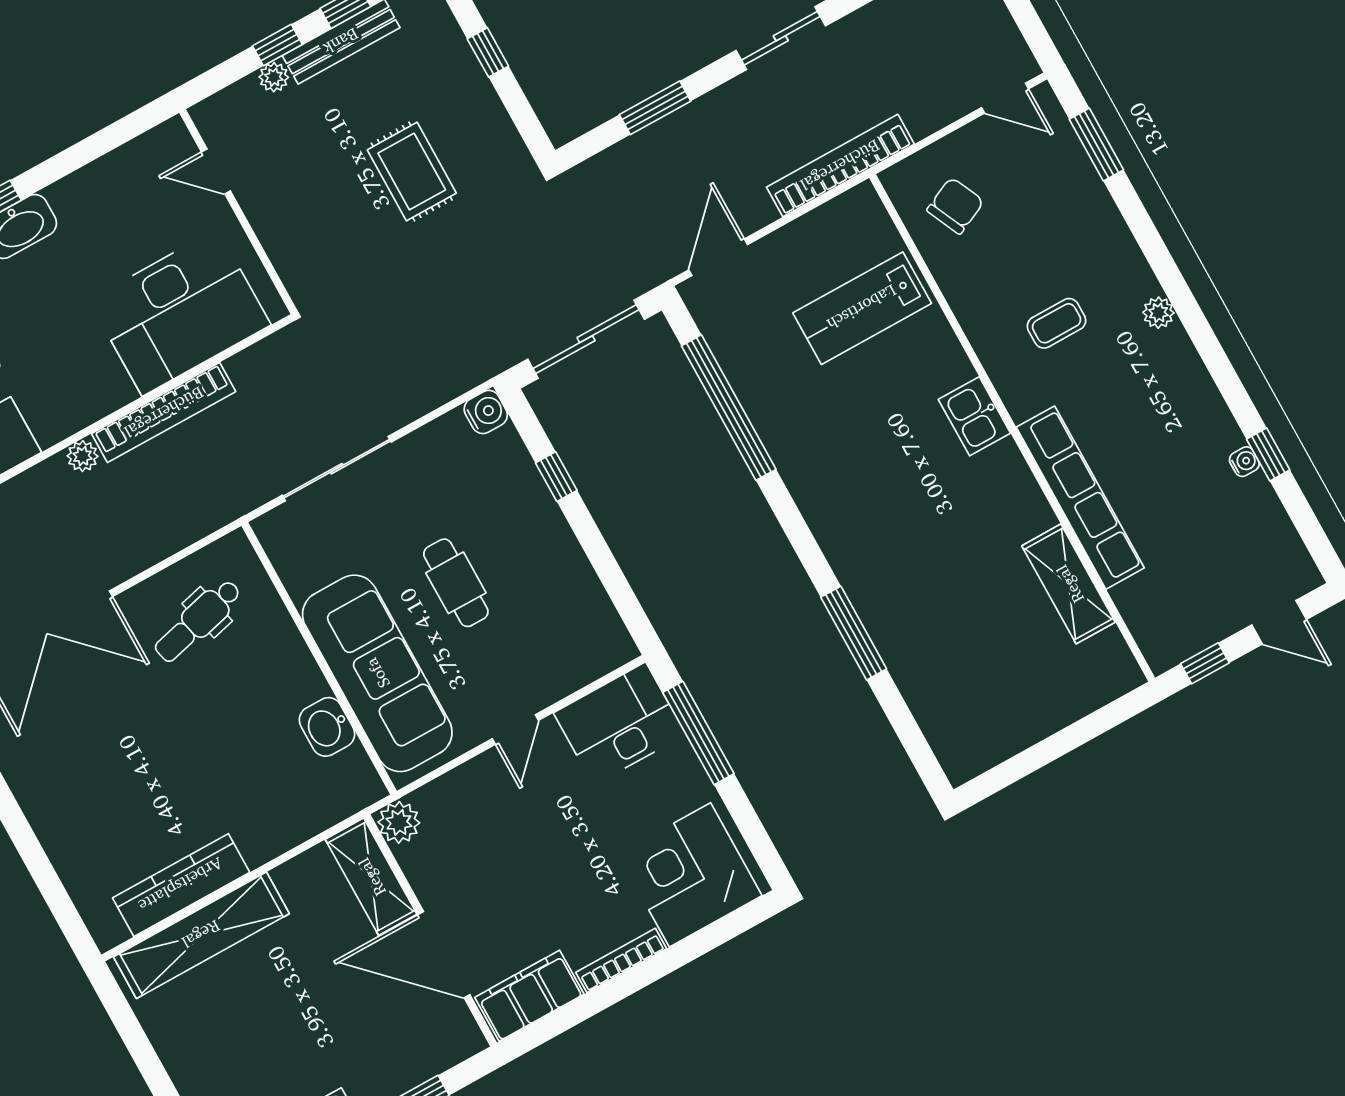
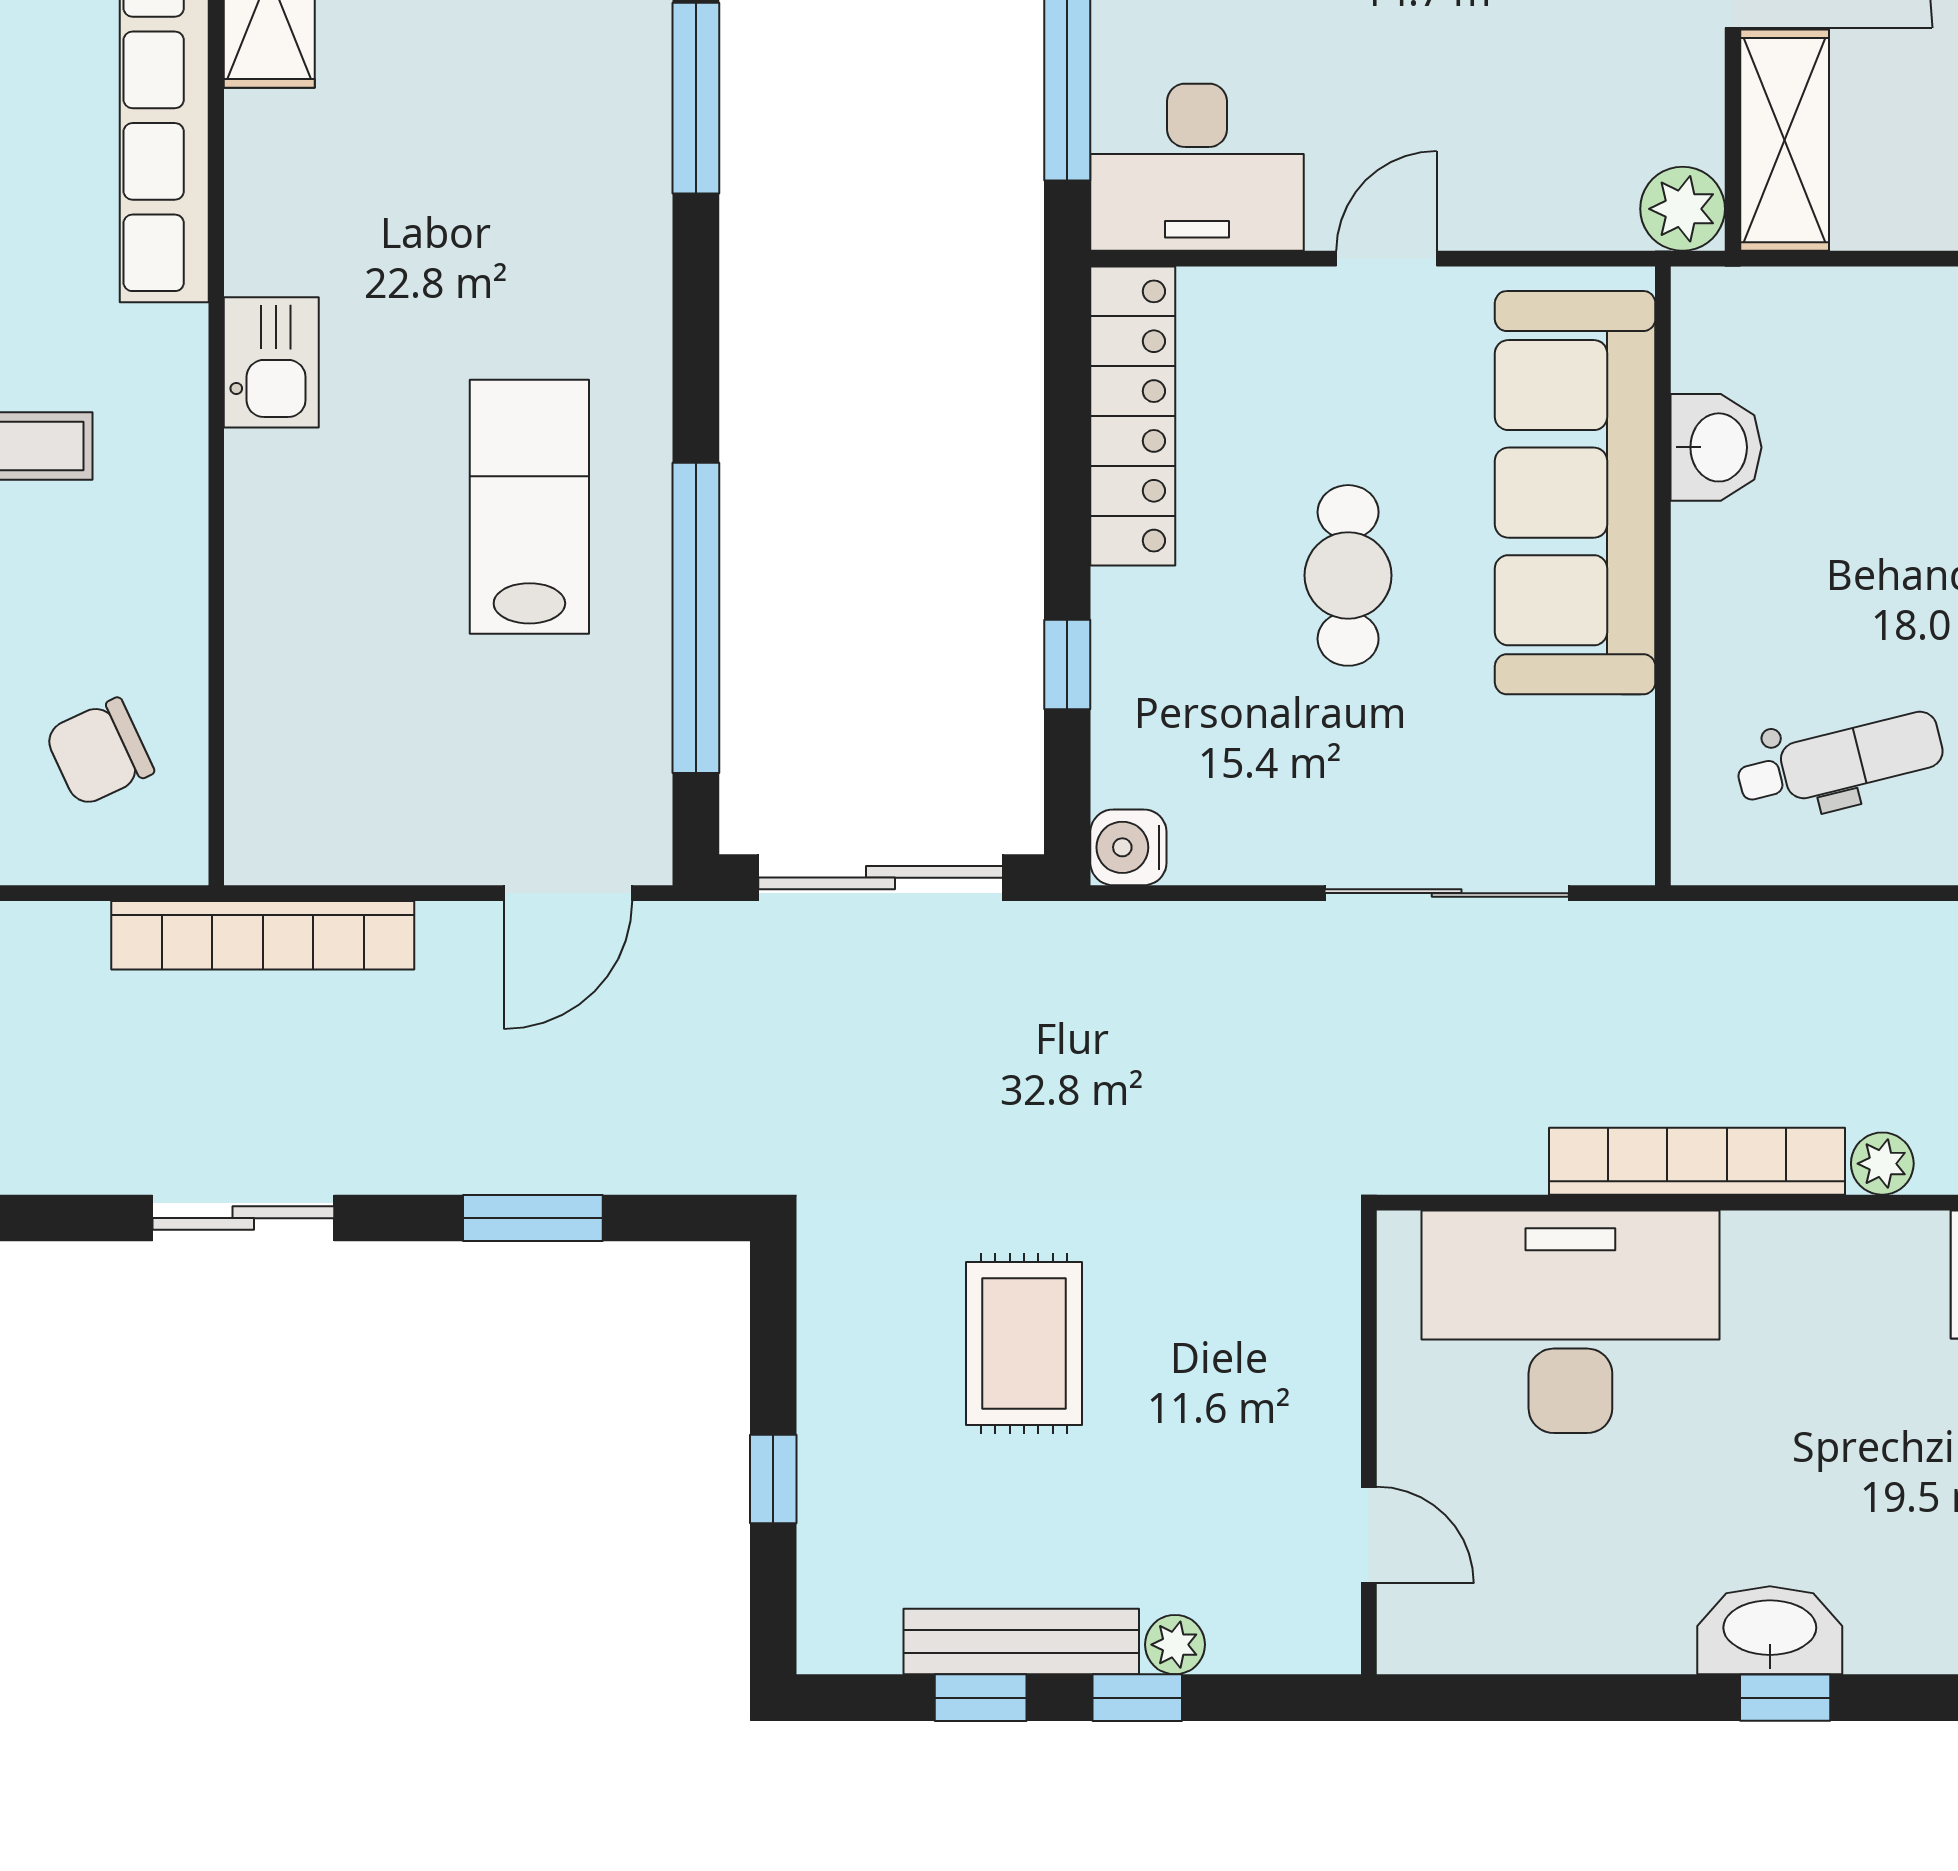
lab bench: (862, 308) -> (529, 507), moved, turned -90
locker: (588, 600) -> (1133, 416), added

